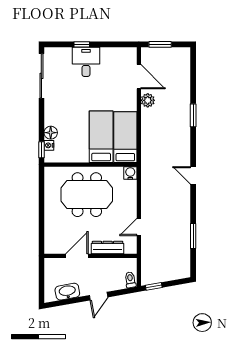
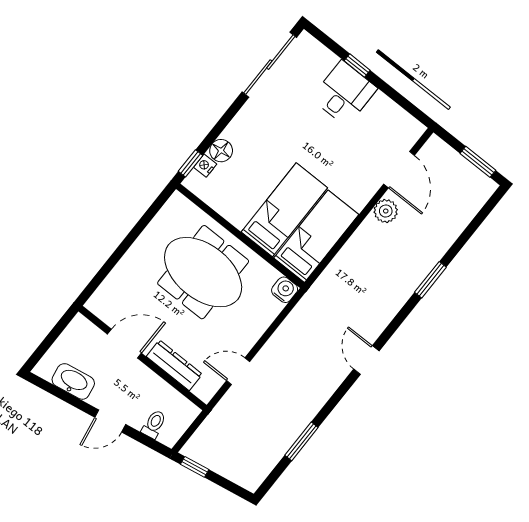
window: (160, 44) -> (478, 162), moved
toilet: (130, 280) -> (154, 424), moved

